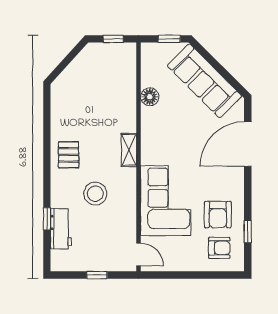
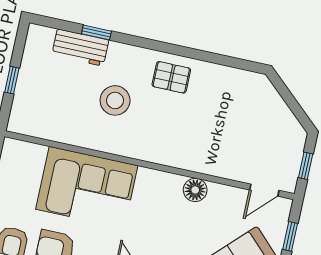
floor lamp: (150, 97) -> (195, 190), moved
shelving: (129, 150) -> (161, 155), removed
door: (138, 254) -> (264, 190), moved

